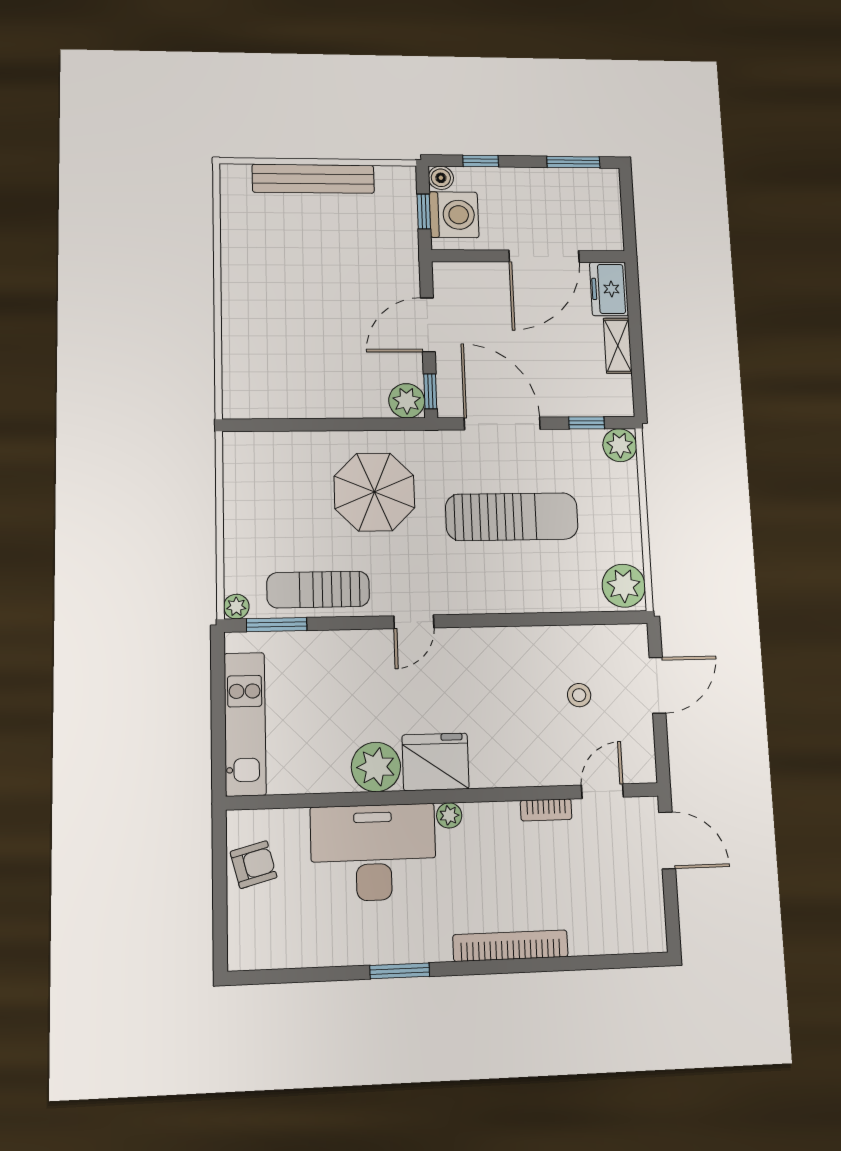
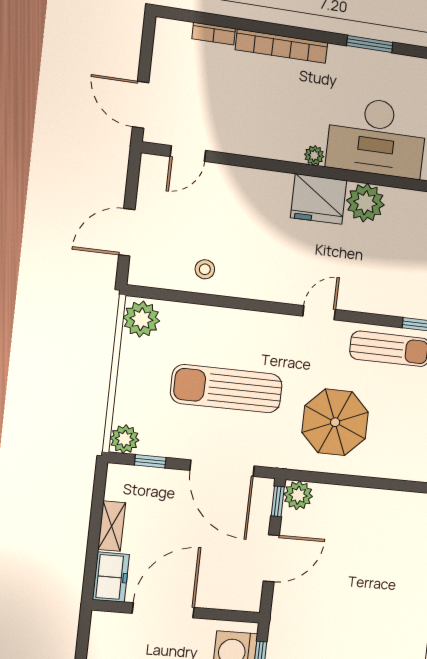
stool: (579, 695) -> (205, 269), moved
bookcase: (546, 810) -> (214, 34), moved, turned 180

